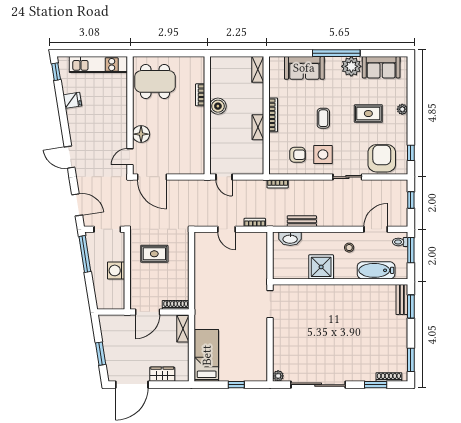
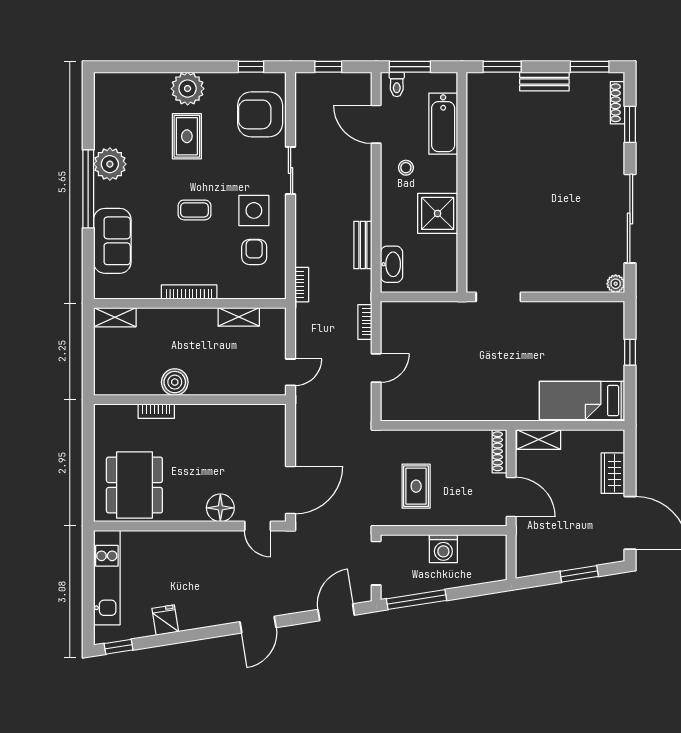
sofa: (381, 67) -> (111, 115), removed
plant: (402, 109) -> (188, 89), width x1.88, depth x1.88
shelving: (258, 127) -> (239, 317), moved
bench: (402, 300) -> (544, 81), moved

